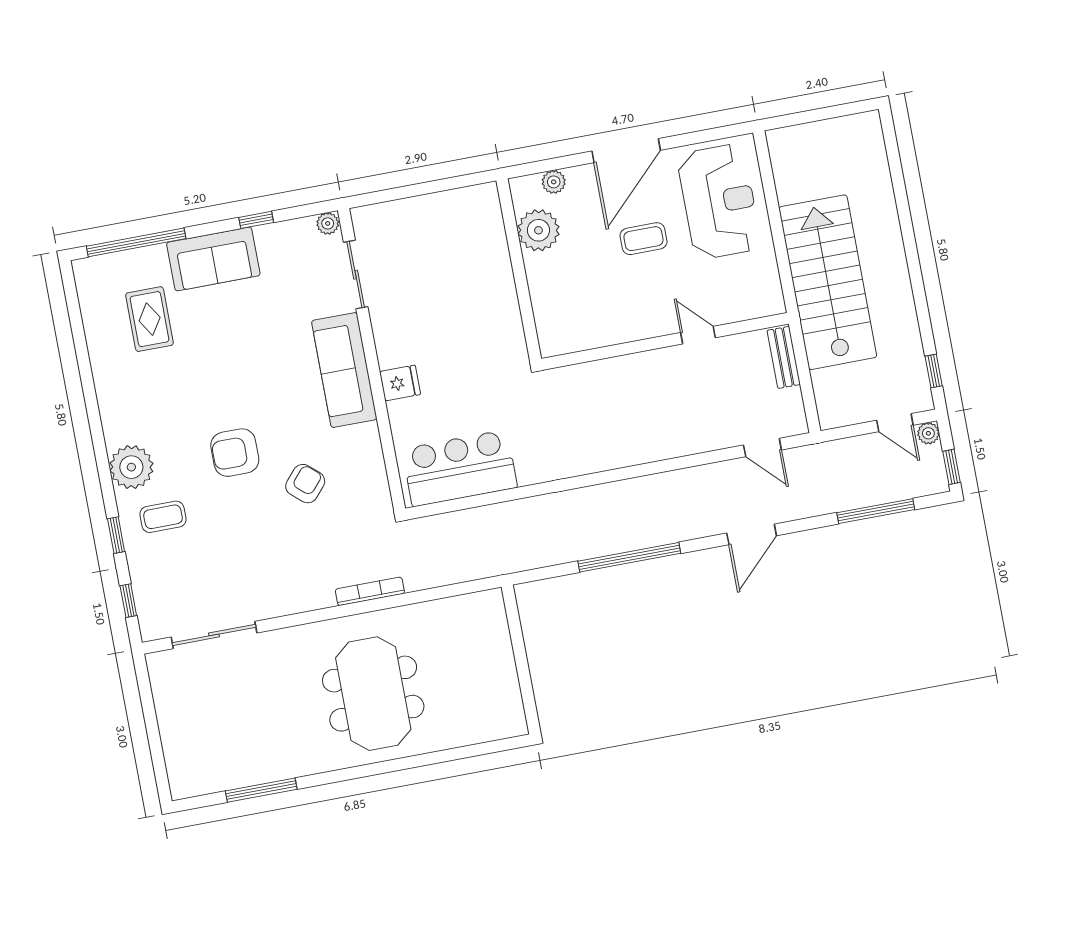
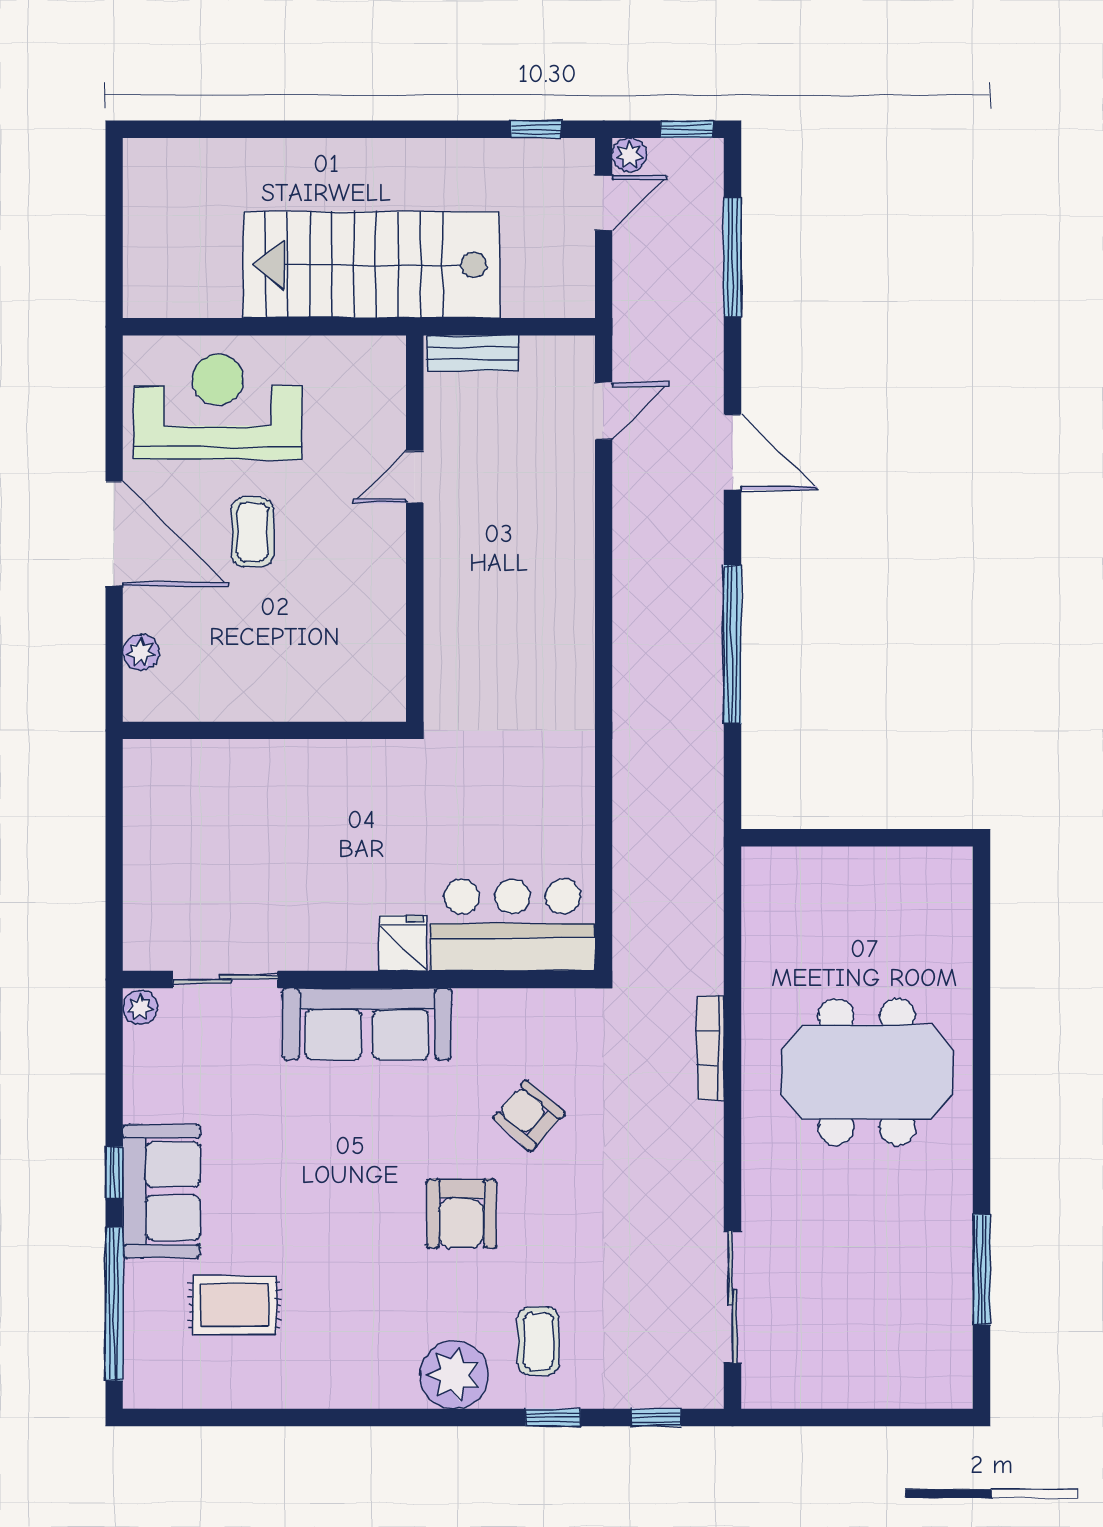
window: (256, 220) -> (114, 1173), moved
plant: (538, 230) -> (210, 689), removed
bar counter: (460, 468) -> (512, 925), moved, turned 90

